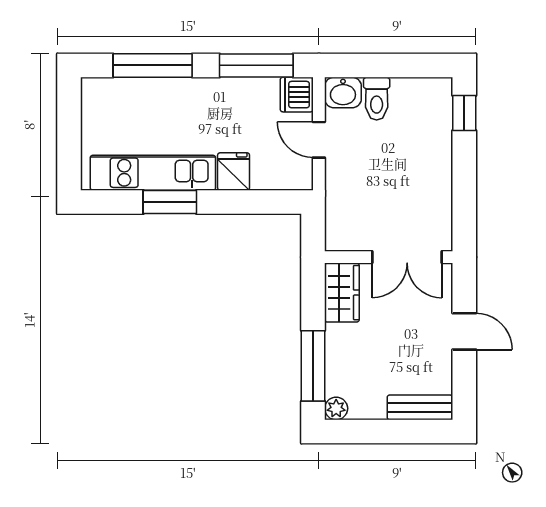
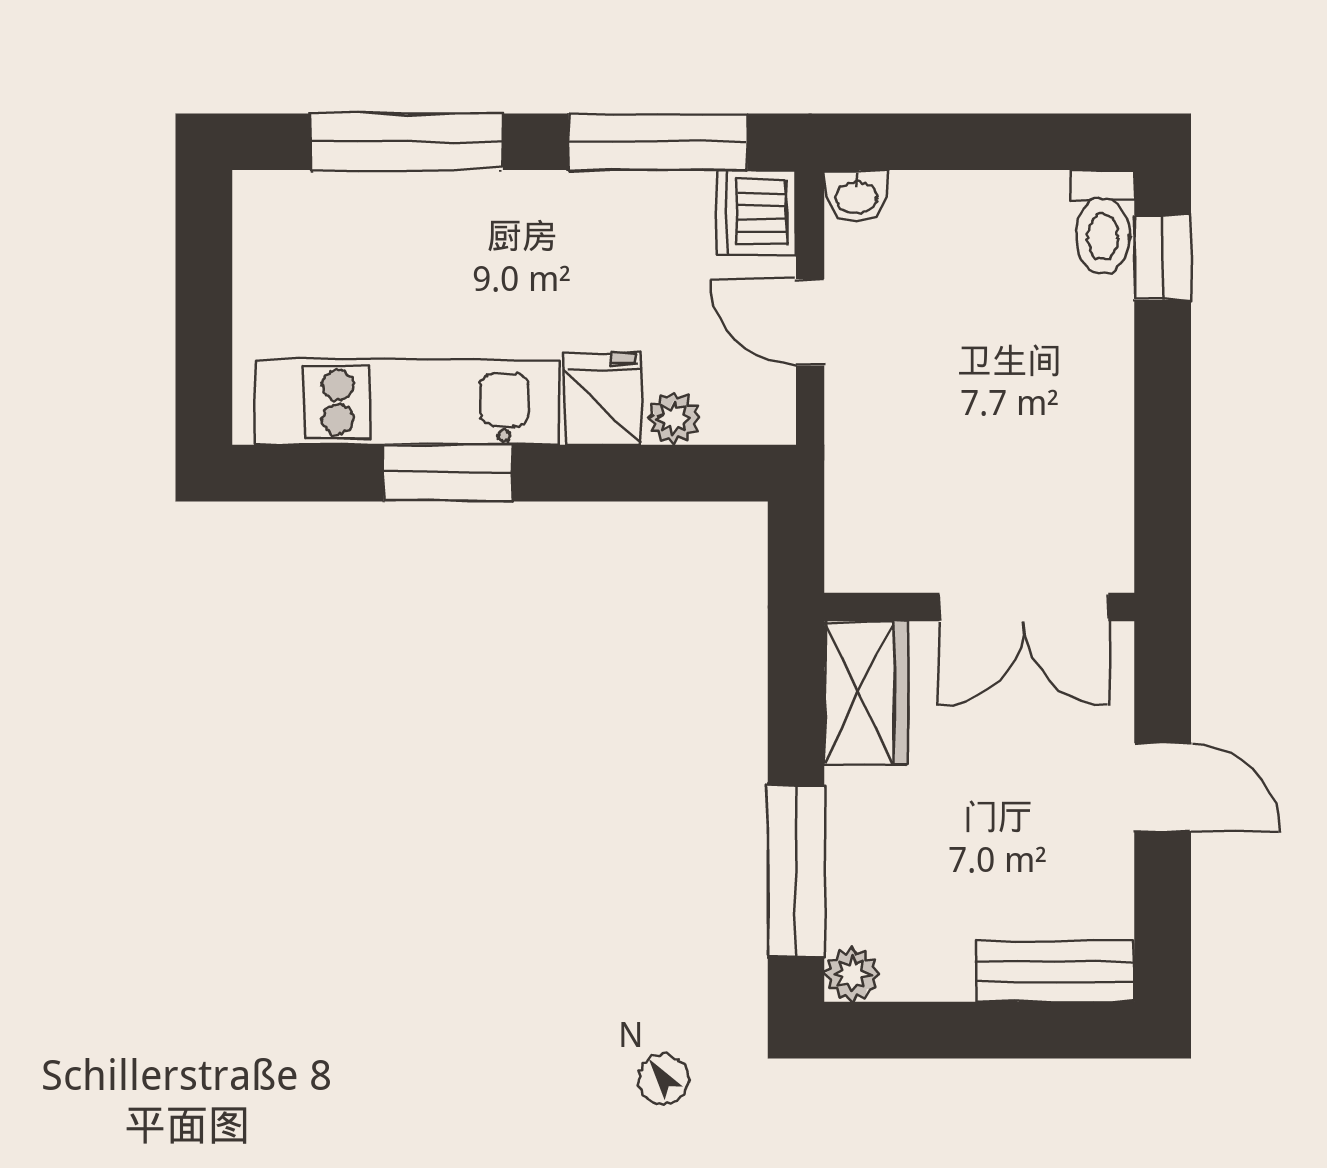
washbasin: (343, 92) -> (856, 196), width x0.72, depth x0.69
toilet: (377, 99) -> (1103, 222), moved
plant: (263, 179) -> (674, 418), added

